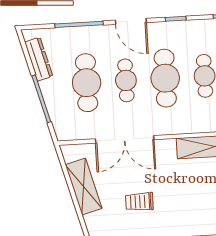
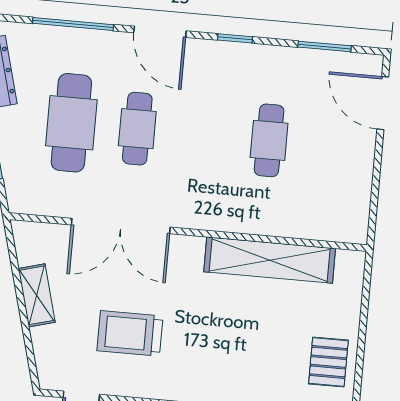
cafe table: (165, 78) -> (203, 134), removed
shelving: (84, 187) -> (37, 295), width x0.67, depth x0.75
trolley: (139, 202) -> (130, 333), width x1.36, depth x1.39

